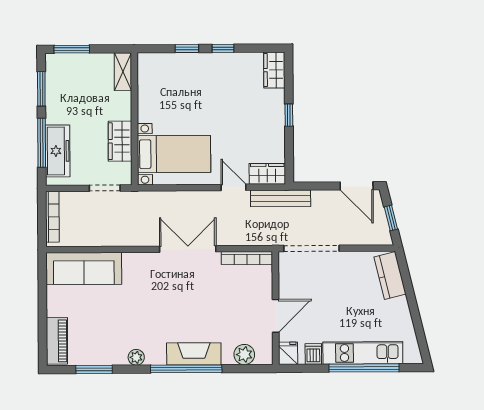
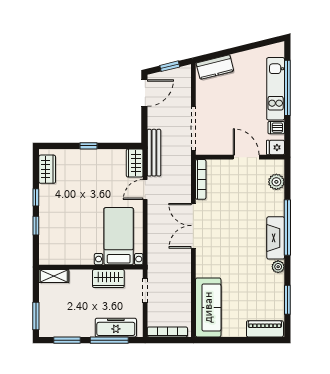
wardrobe: (274, 70) -> (47, 169), moved, turned -90
fireplace: (194, 354) -> (276, 238), moved

